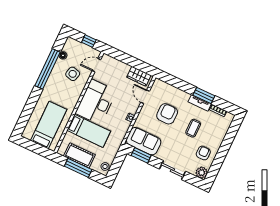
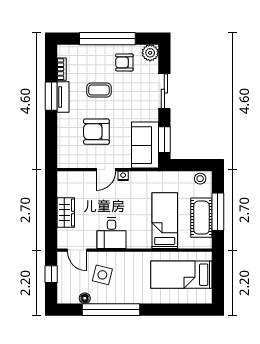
wardrobe: (139, 76) -> (66, 212), moved
door: (145, 97) -> (106, 170), moved
desk: (96, 102) -> (111, 233), width x0.53, depth x0.77
window: (224, 149) -> (107, 39), added

